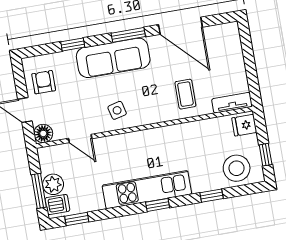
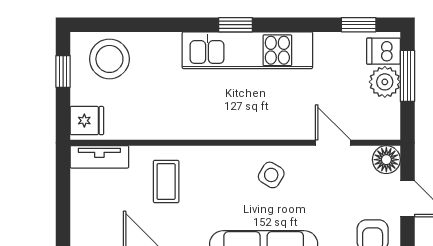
side table: (117, 110) -> (271, 175), turned 45
window: (212, 196) -> (153, 25), removed

